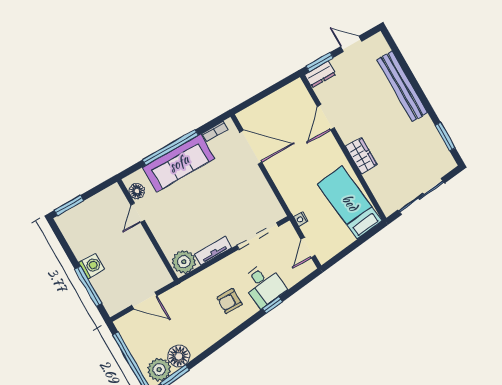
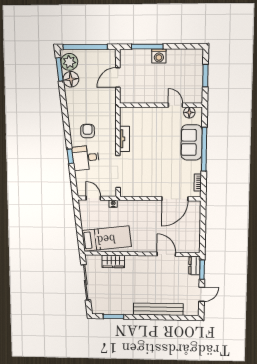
wardrobe: (361, 156) -> (113, 261), moved
sofa: (179, 163) -> (192, 142), width x0.73
window: (69, 206) -> (205, 76), moved
plant: (184, 262) -> (128, 117), removed

